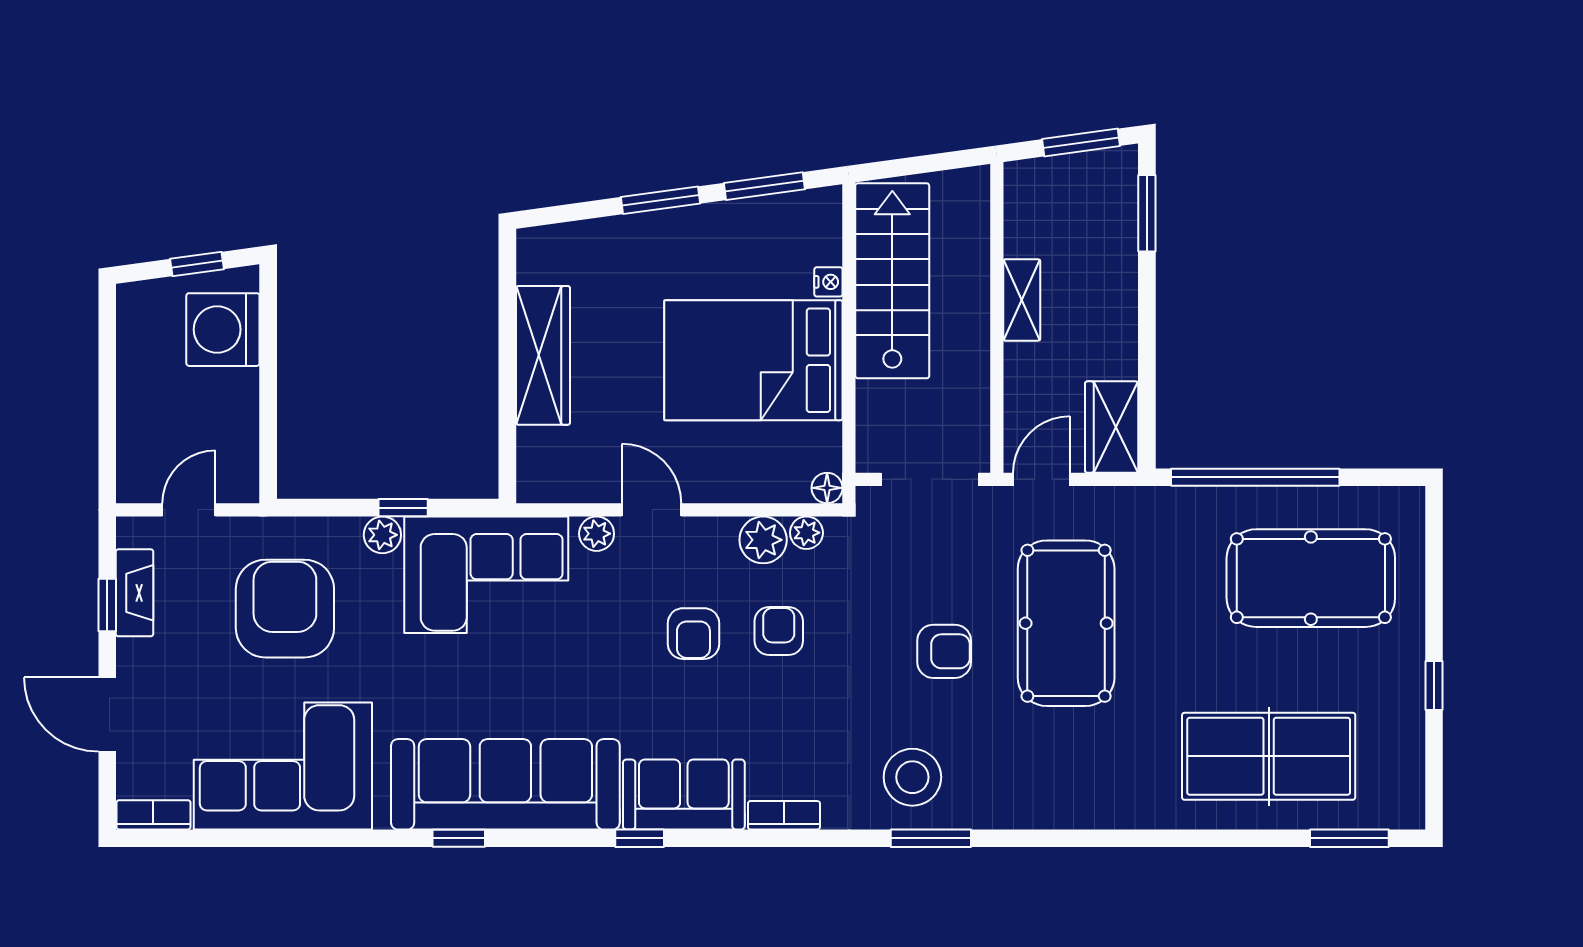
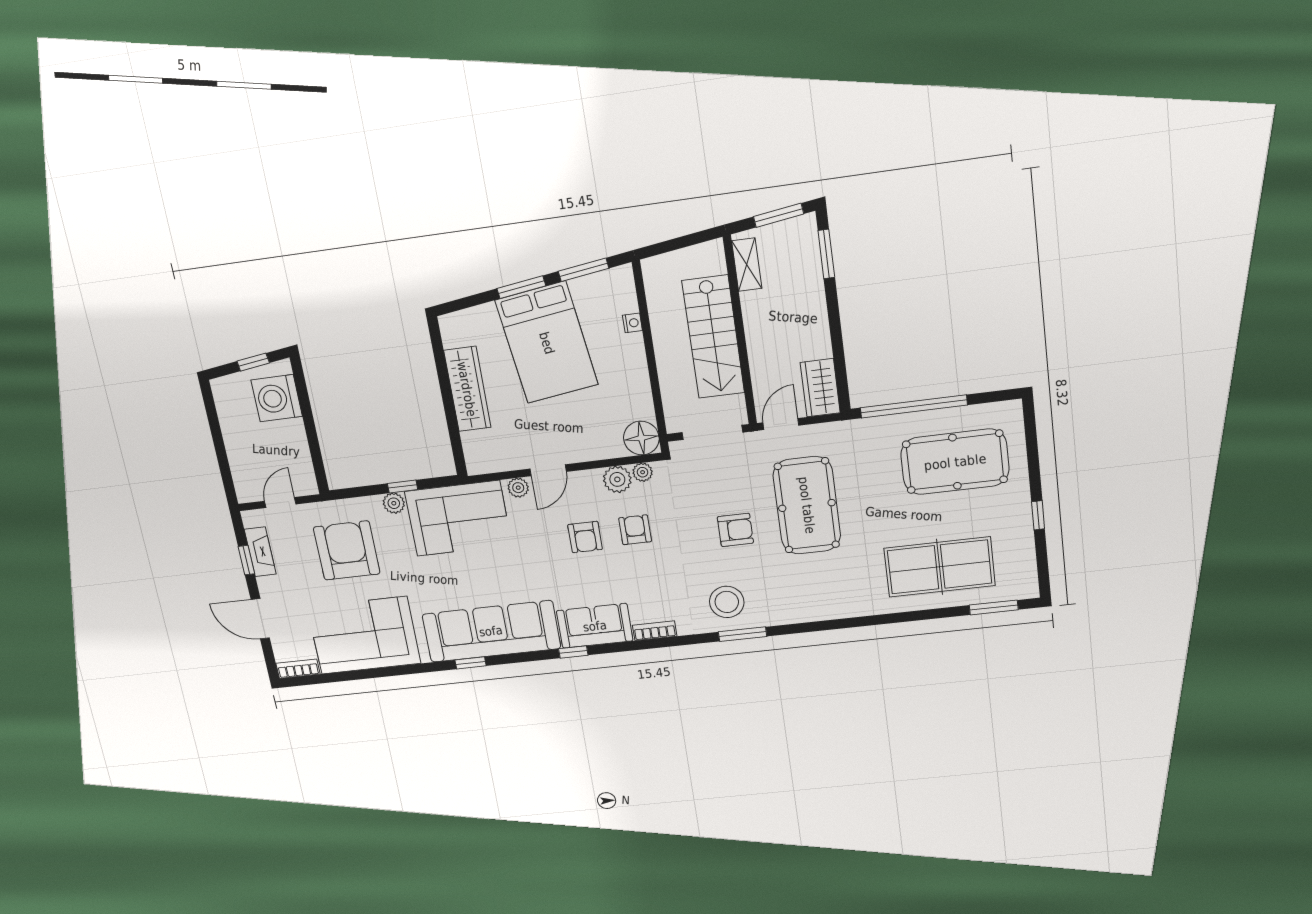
stairs: (892, 281) -> (713, 337), moved, turned 180
shelving: (1022, 300) -> (747, 265), moved
bed: (753, 360) -> (547, 343), moved, turned -98
floor lamp: (827, 488) -> (641, 438), width x1.89, depth x1.89
door: (651, 510) -> (548, 470), swing flipped

